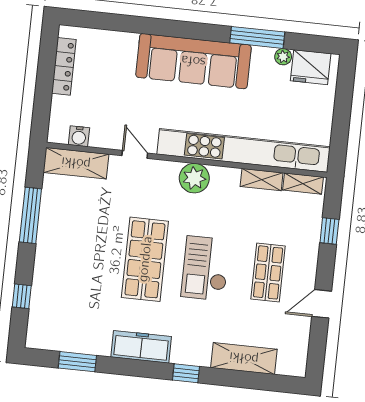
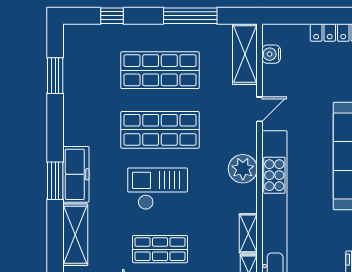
shop shelf: (83, 253) -> (160, 70), added
freezer: (141, 347) -> (76, 174), moved
window: (186, 373) -> (55, 181), width x1.50

